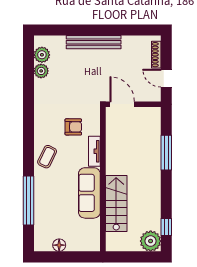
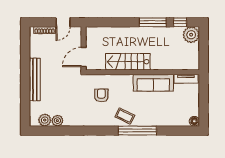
tv unit: (94, 151) -> (186, 79), moved
window: (166, 153) -> (153, 22), moved
window: (29, 200) -> (137, 131), moved
stairs: (116, 203) -> (128, 62), moved
floor lamp: (59, 245) -> (194, 121), moved

